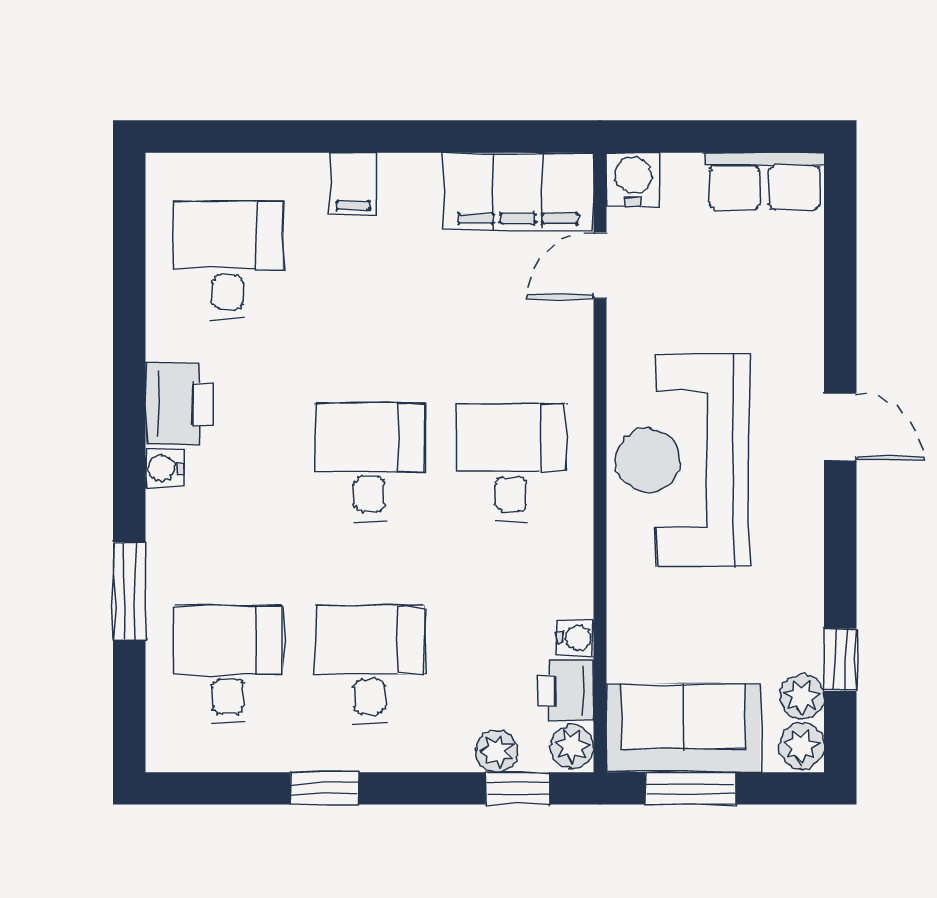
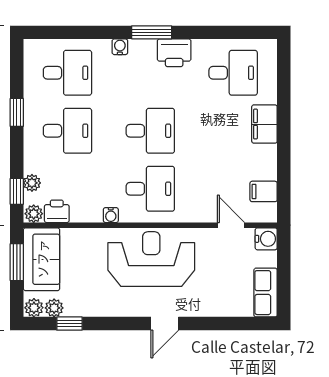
filing cabinet: (353, 184) -> (264, 124), width x2.00
filing cabinet: (518, 191) -> (264, 191), width x0.33, depth x0.86
water cooler: (164, 468) -> (120, 47), moved
window: (129, 591) -> (152, 32), moved
water cooler: (575, 638) -> (111, 215), moved

